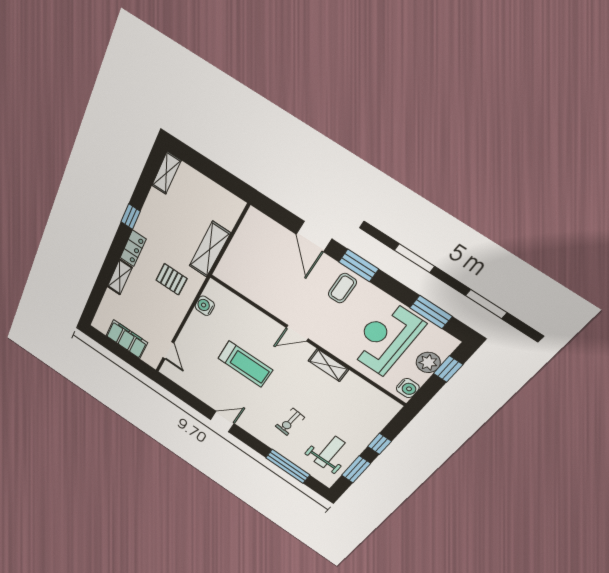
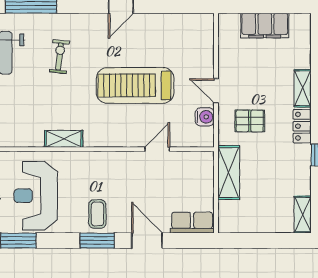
row of seats: (264, 227) -> (192, 223), added
door: (297, 333) -> (157, 149), moved
reception desk: (385, 338) -> (36, 196), turned 180
door: (168, 350) -> (216, 91), moved
treadmill: (245, 364) -> (135, 85), width x1.37, depth x1.38

